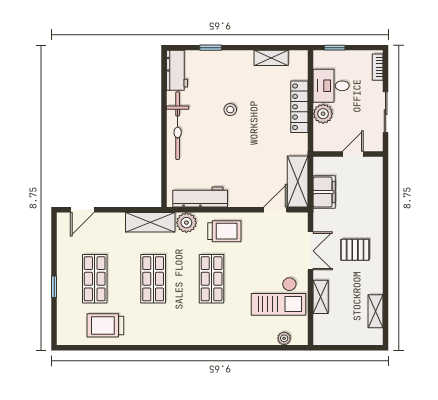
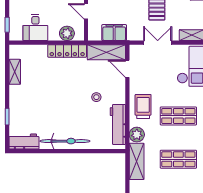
locker: (299, 107) -> (67, 51), moved
stool: (230, 110) -> (96, 97), moved
plant: (323, 114) -> (67, 33), moved

